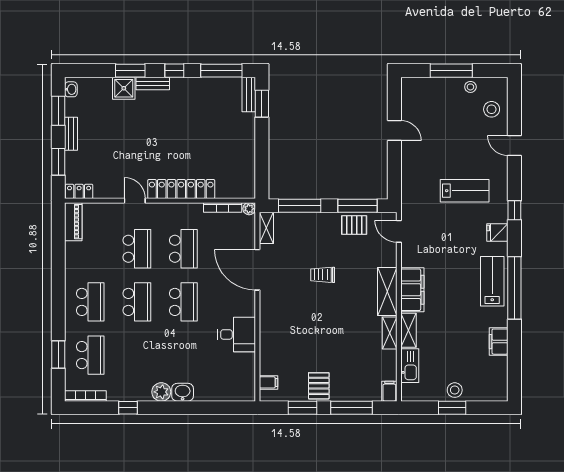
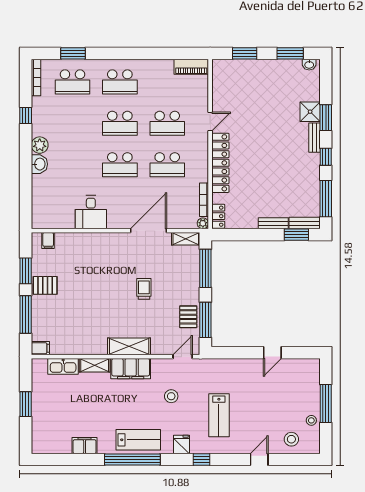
bench: (71, 134) -> (273, 223), moved
locker: (79, 191) -> (218, 216), moved
shelving: (390, 333) -> (92, 348), removed
stool: (455, 390) -> (171, 396), moved

